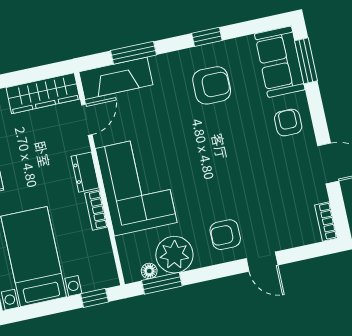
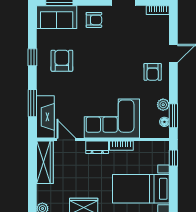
armchair: (288, 123) -> (94, 20), turned 180
plant: (174, 255) -> (163, 105), width x0.53, depth x0.53

